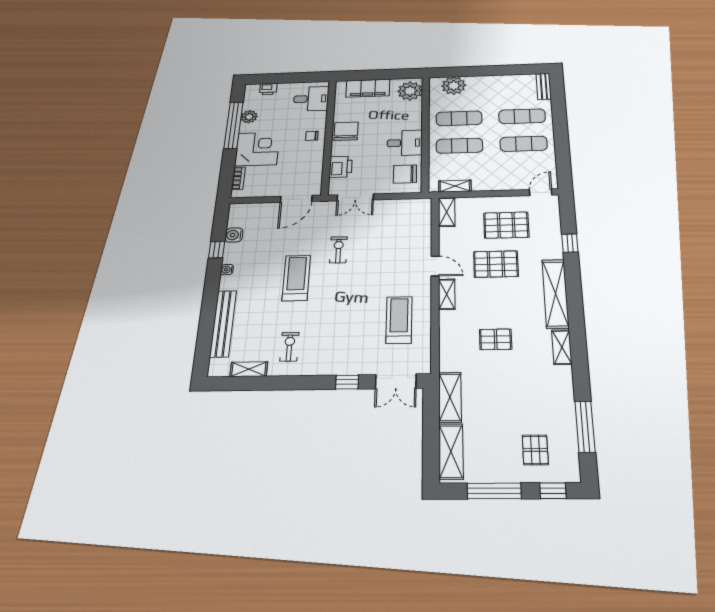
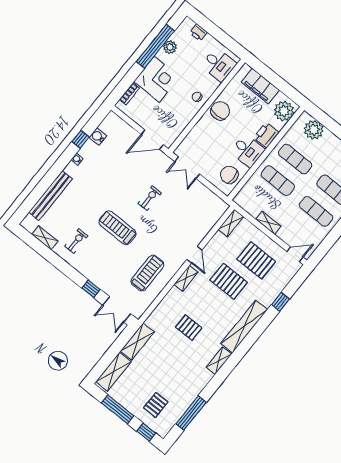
printer: (341, 167) -> (266, 135), moved, turned 180
shelving: (455, 186) -> (268, 223), moved
treadmill: (296, 278) -> (118, 228), moved, turned -90

